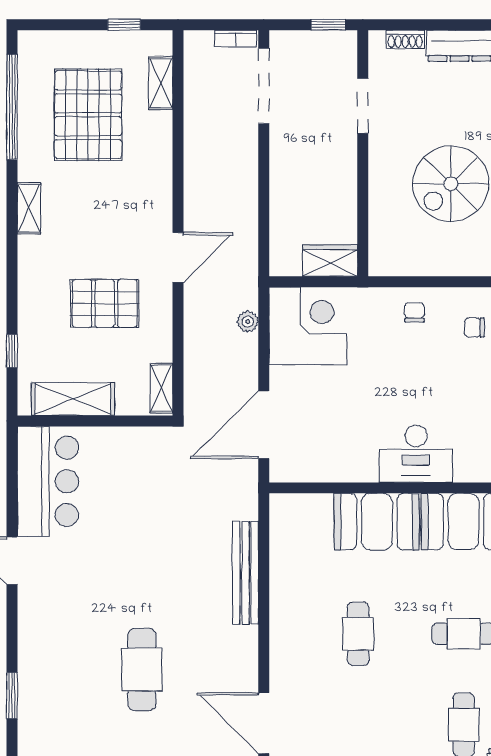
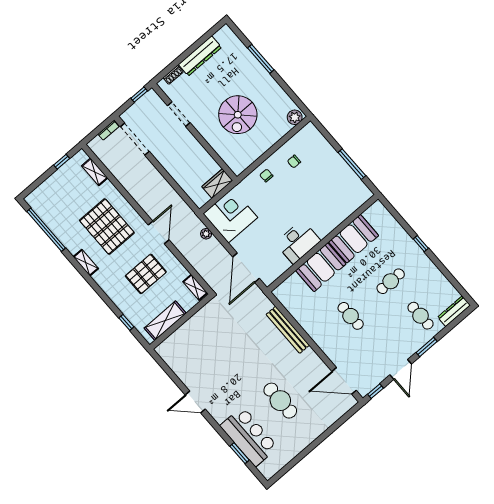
pallet: (88, 115) -> (107, 227), moved
desk: (416, 454) -> (298, 242), moved
bar counter: (48, 481) -> (249, 437), moved

